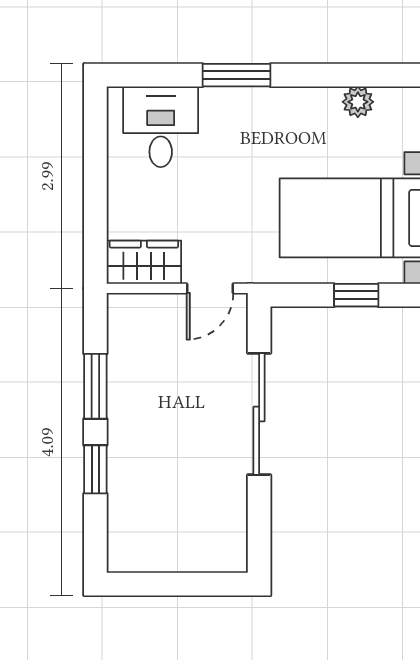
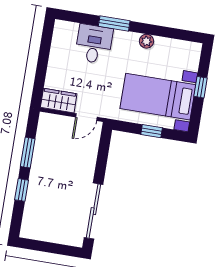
plant: (358, 102) -> (146, 41), moved
desk: (161, 127) -> (94, 44), moved
sliding door: (259, 414) -> (93, 211), moved

